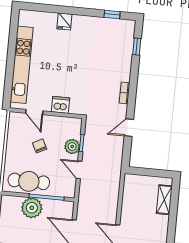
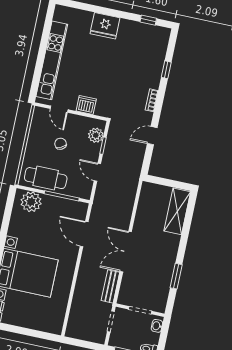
fridge: (64, 21) -> (105, 26), width x1.88, depth x1.34
window: (137, 47) -> (166, 70), moved
plant: (72, 147) -> (96, 135), moved
shelving: (164, 200) -> (177, 211), width x1.50, depth x1.33
plant: (32, 208) -> (31, 202), moved

